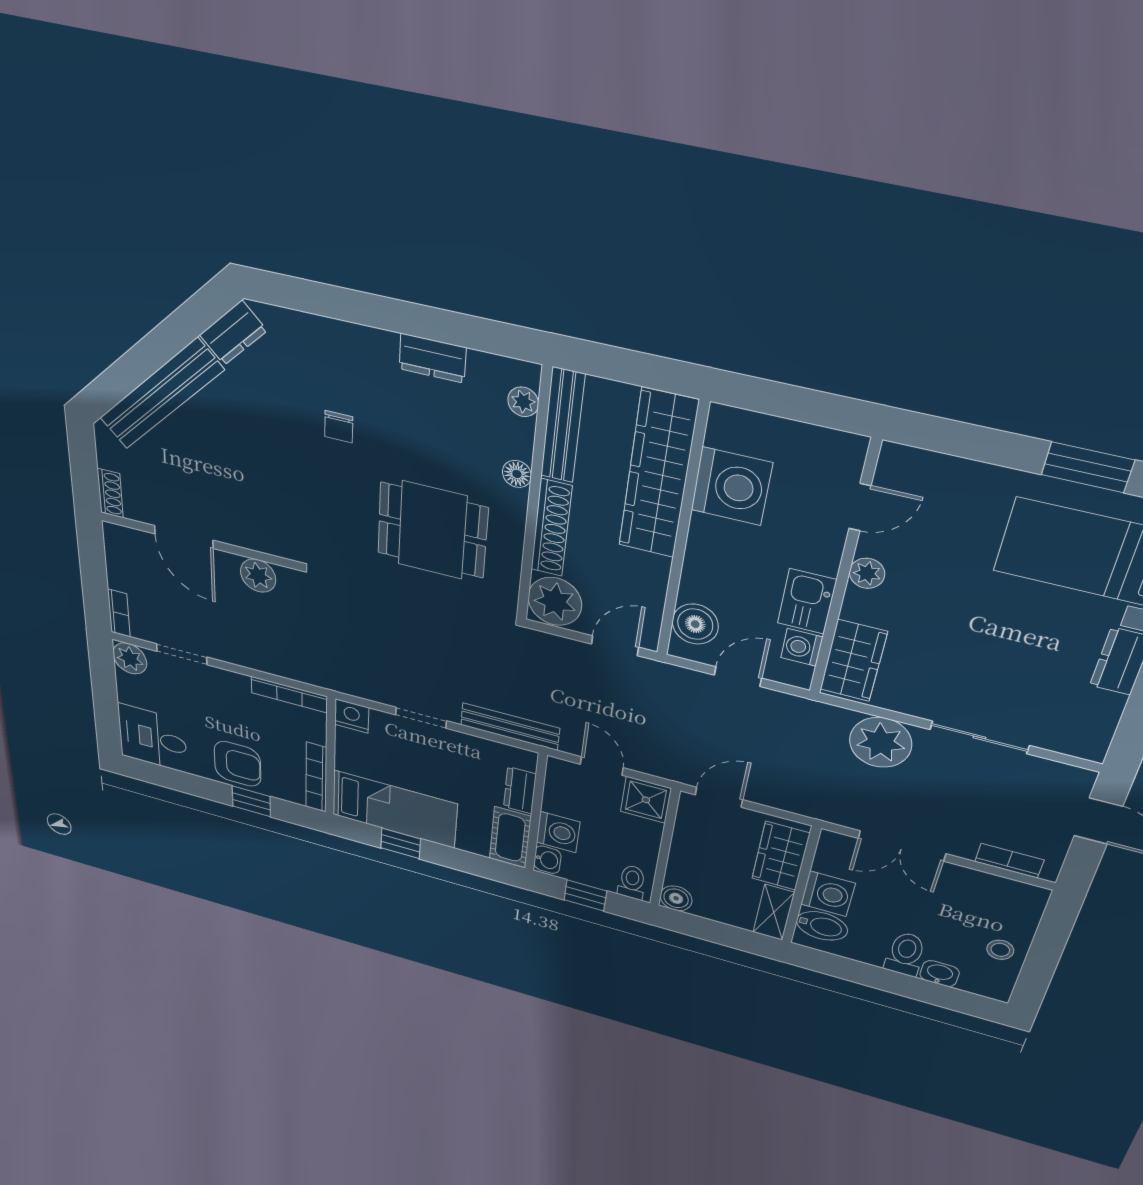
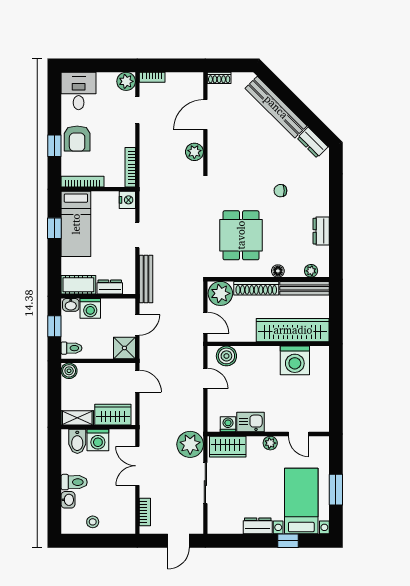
door: (860, 507) -> (299, 434), moved
wall: (844, 572) -> (268, 434), moved
plant: (867, 573) -> (270, 443), moved
kitchen sink: (807, 601) -> (251, 422), moved
washing machine: (802, 647) -> (228, 424), moved
wardrobe: (853, 661) -> (228, 447), moved

